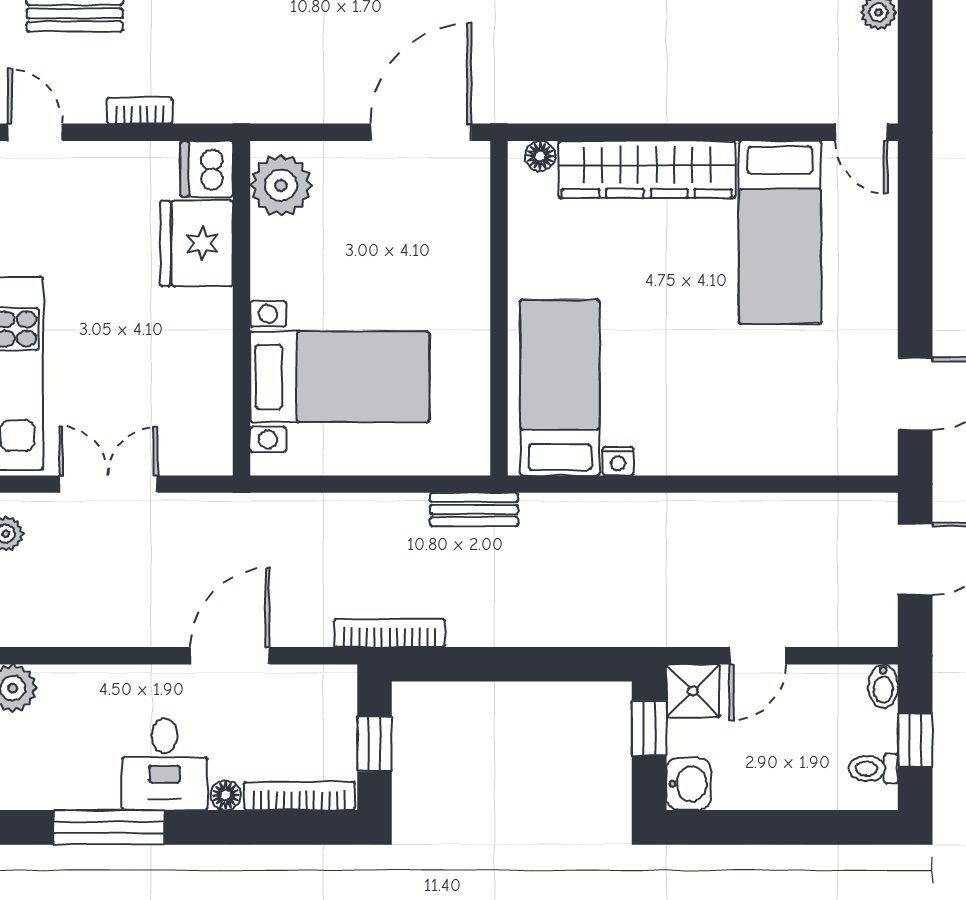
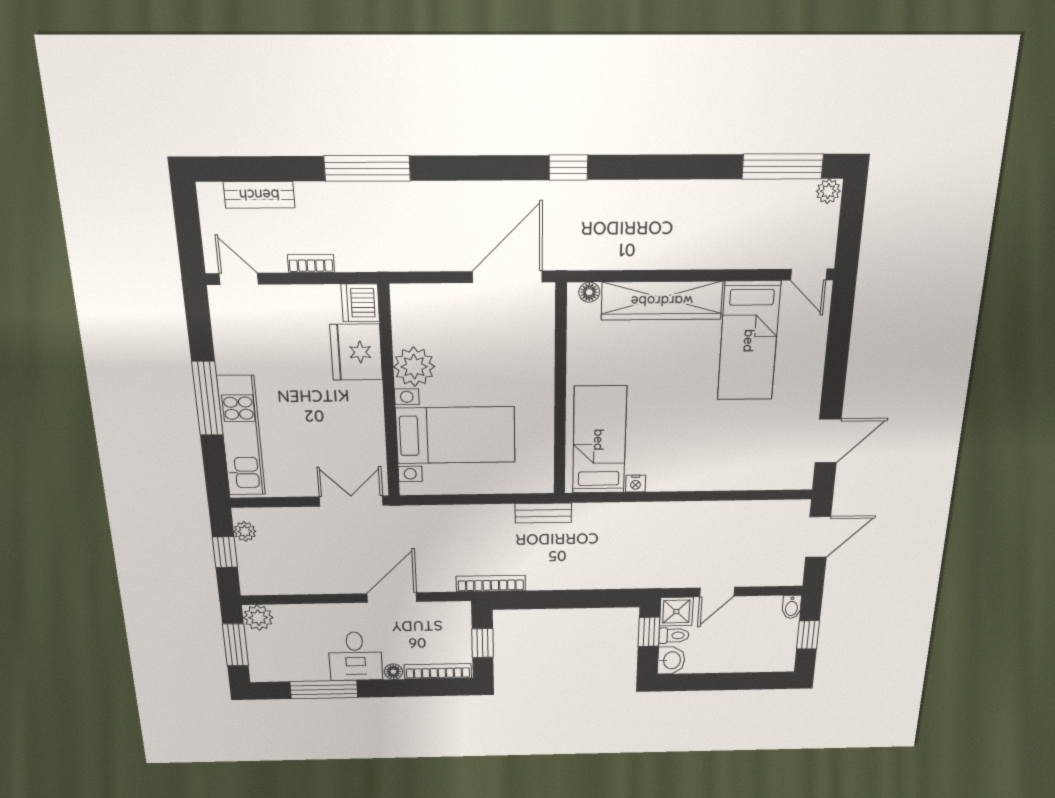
plant: (281, 185) -> (414, 367), moved
double door: (108, 484) -> (351, 501), moved
toilet: (873, 768) -> (674, 635), moved, turned 180

